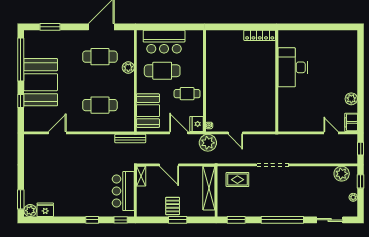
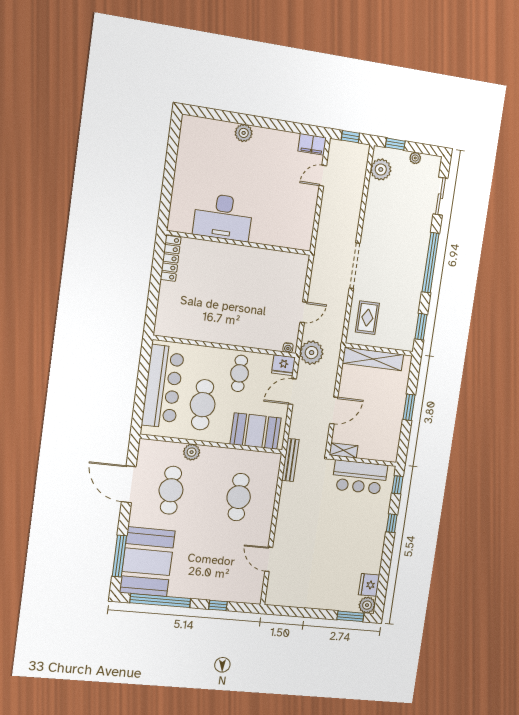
window: (50, 27) -> (119, 556), width x1.44
bar counter: (164, 42) -> (163, 387), width x1.36
booth: (41, 82) -> (147, 562), moved, turned 90
plant: (351, 99) -> (244, 133), moved
pallet: (173, 206) -> (390, 412), removed

